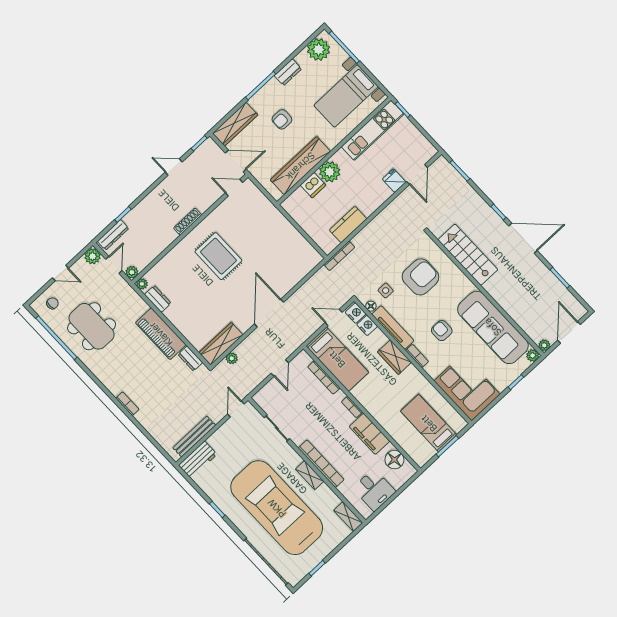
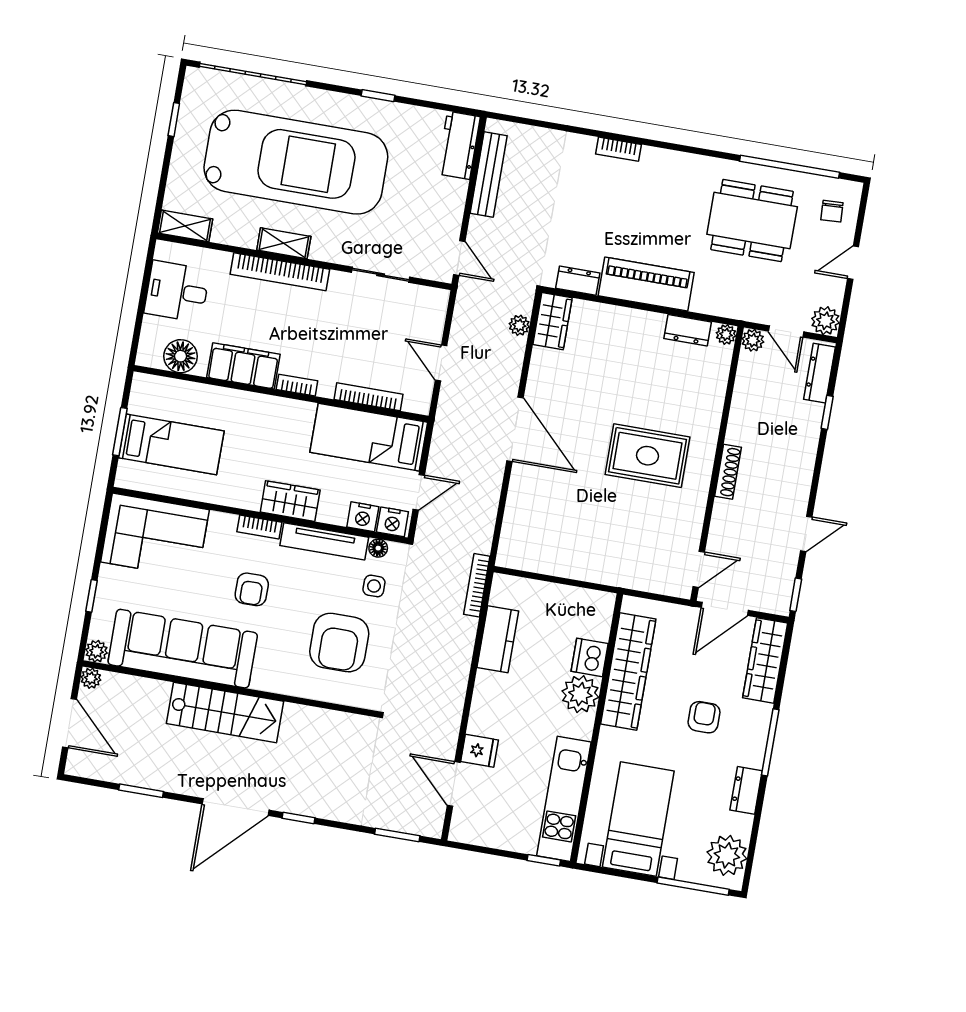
stairs: (468, 255) -> (225, 712), moved
armchair: (442, 331) -> (252, 589), turned 90
wardrobe: (221, 344) -> (552, 321), width x0.67

